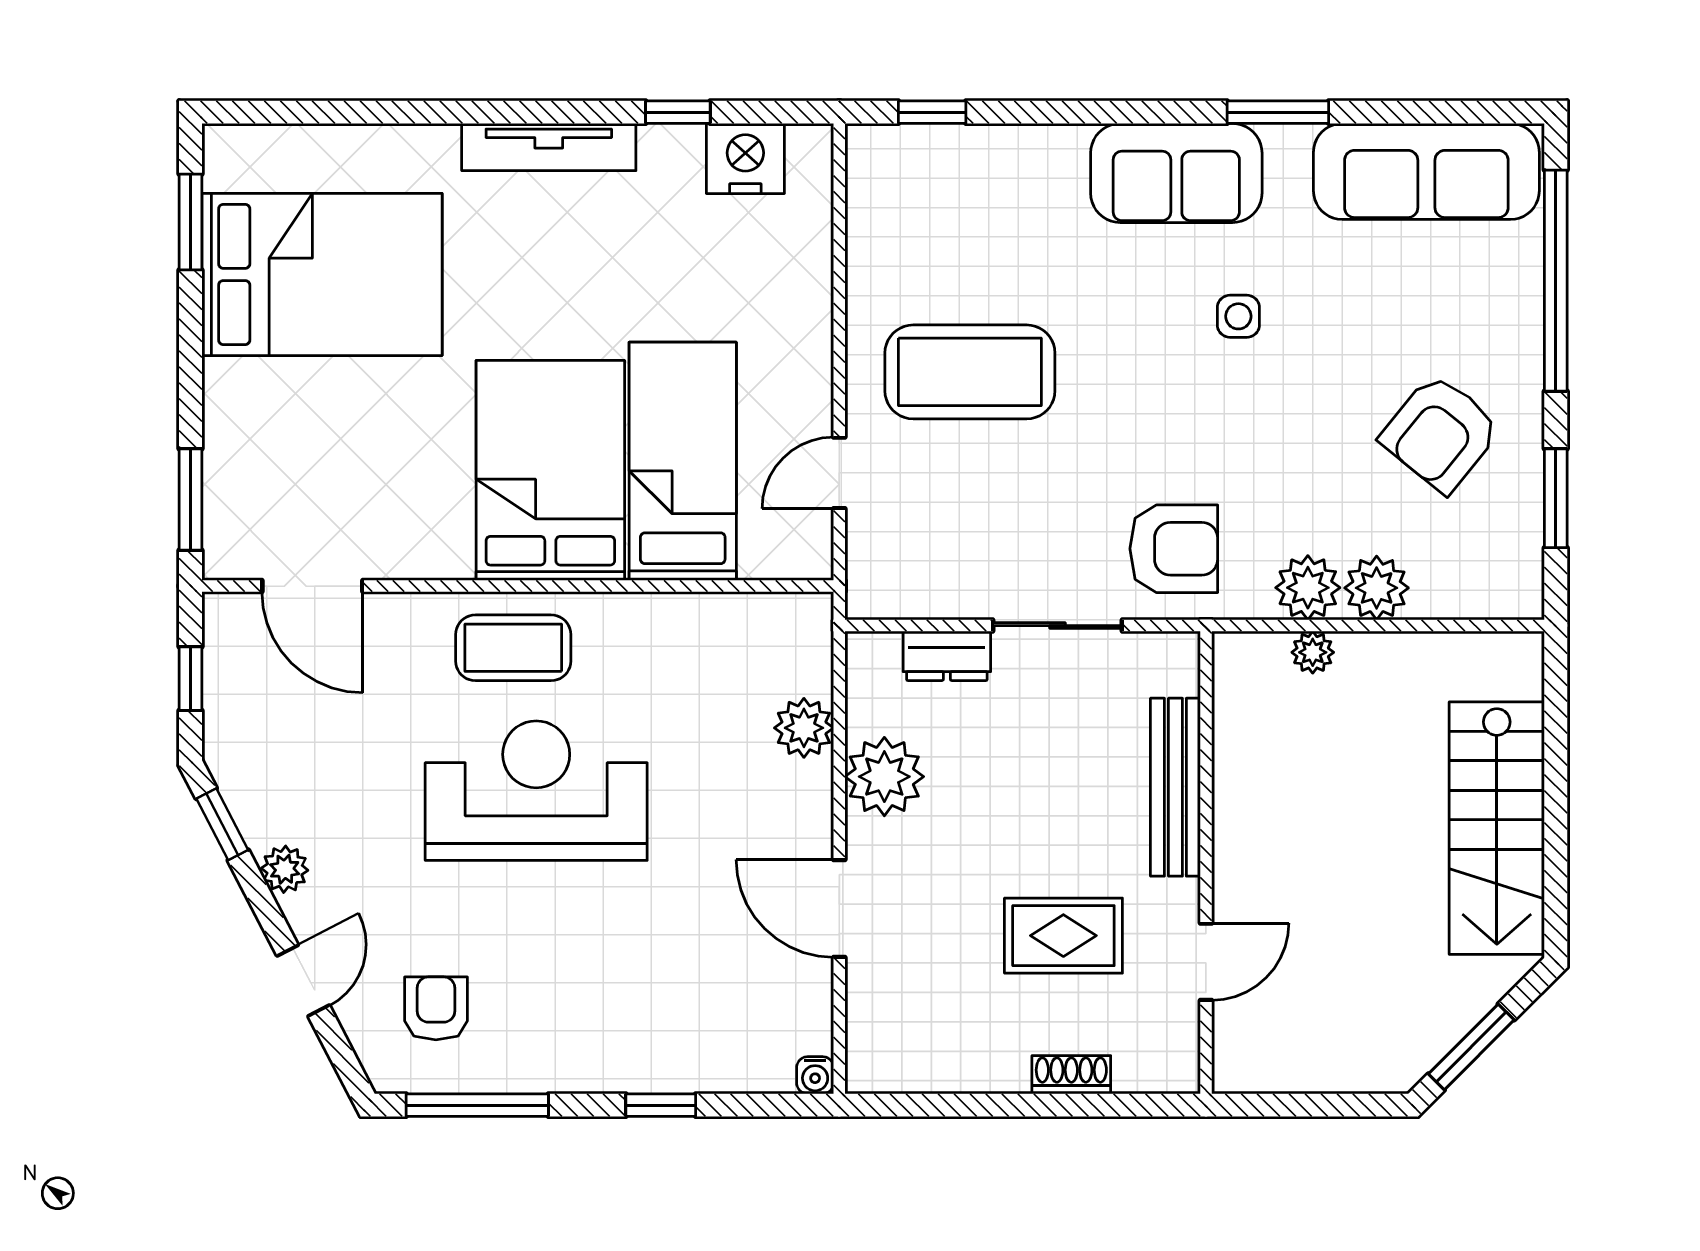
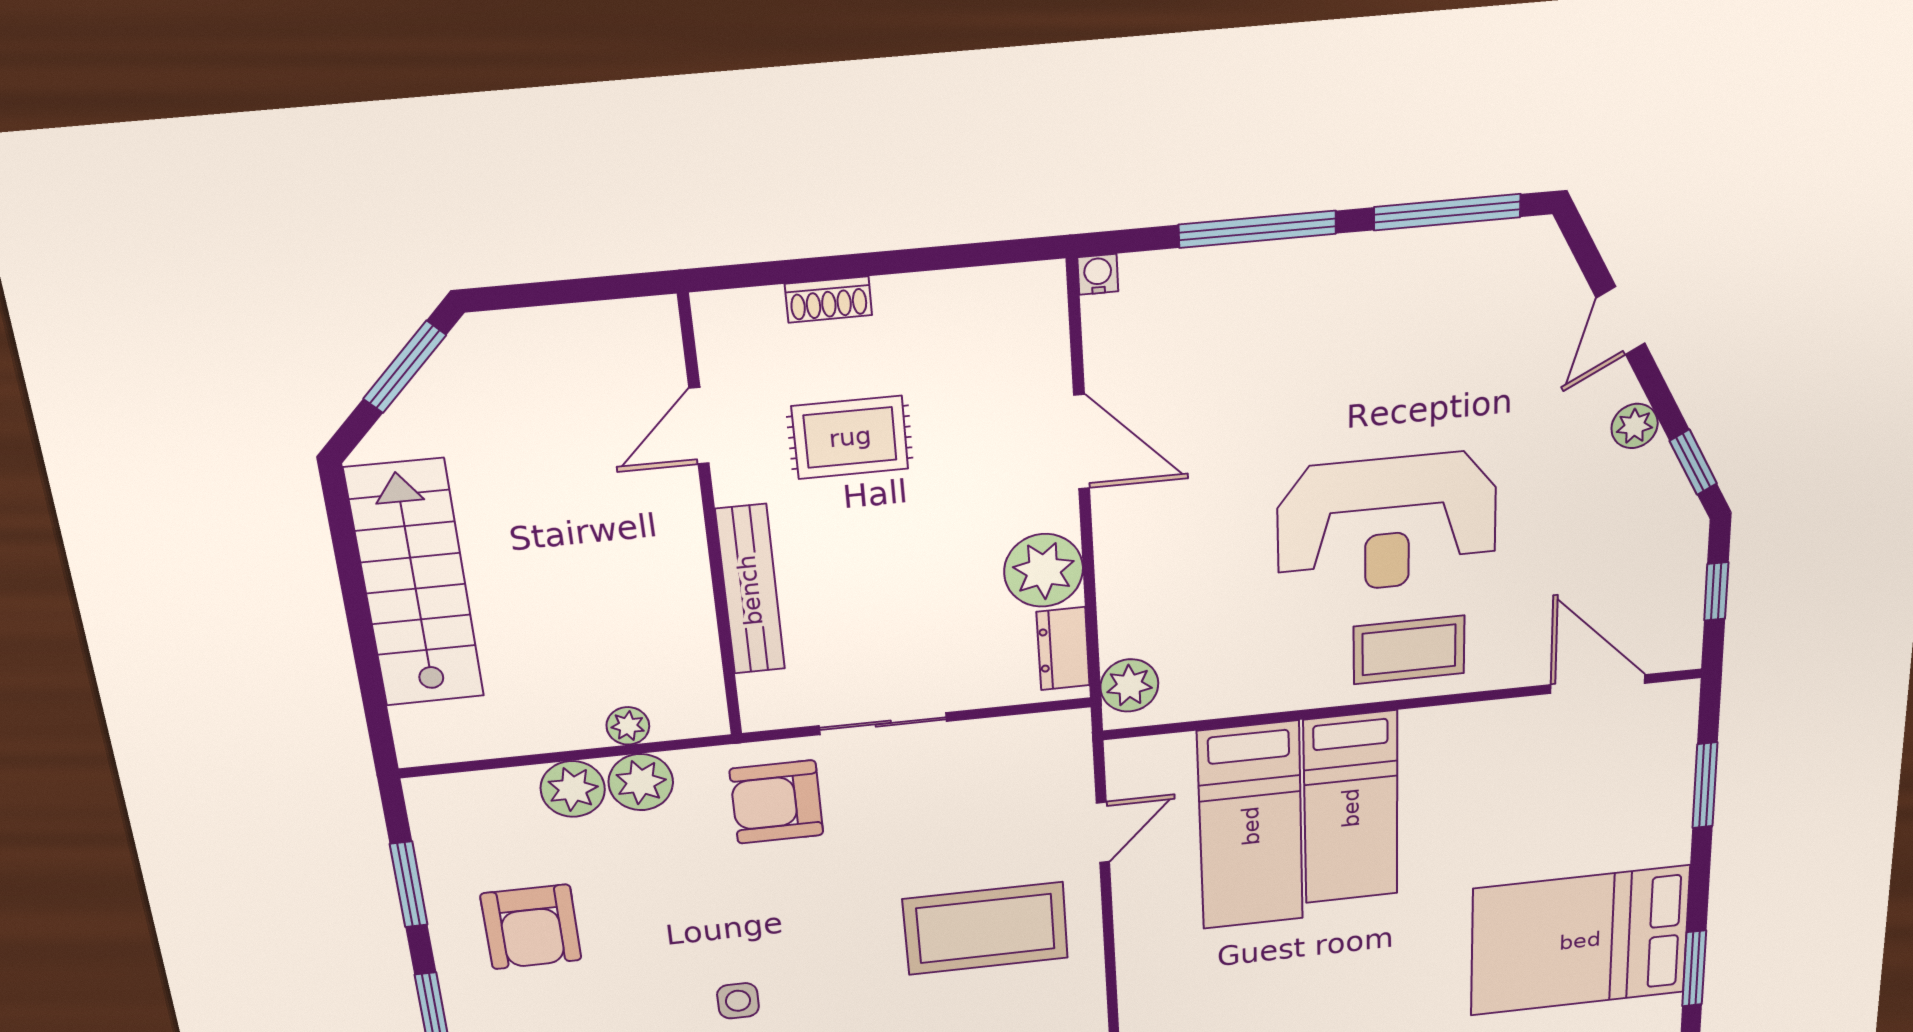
armchair: (1440, 433) -> (531, 927), turned 141
bed: (550, 470) -> (1351, 808), width x0.67
window: (191, 499) -> (1705, 785), moved
dresser: (947, 656) -> (1063, 649), moved, turned -90
plant: (804, 728) -> (1129, 685), moved
armchair: (436, 1008) -> (1488, 306), removed
window: (661, 1105) -> (1257, 229), width x2.17

